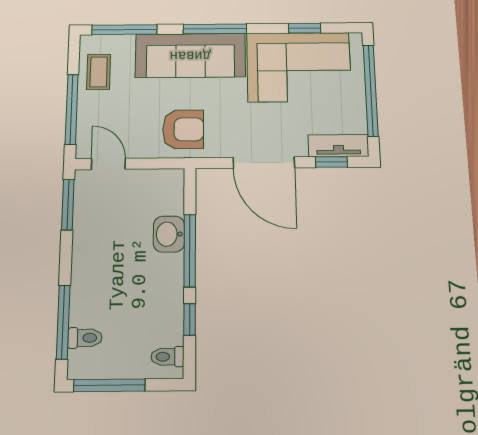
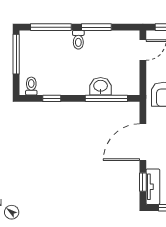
window: (68, 205) -> (96, 27), moved
window: (190, 251) -> (106, 98), moved
toilet: (85, 338) -> (78, 40), moved

